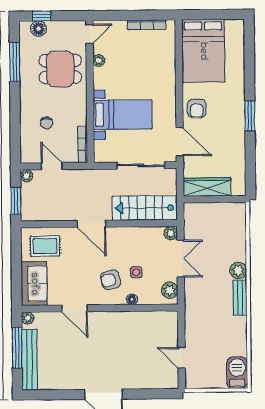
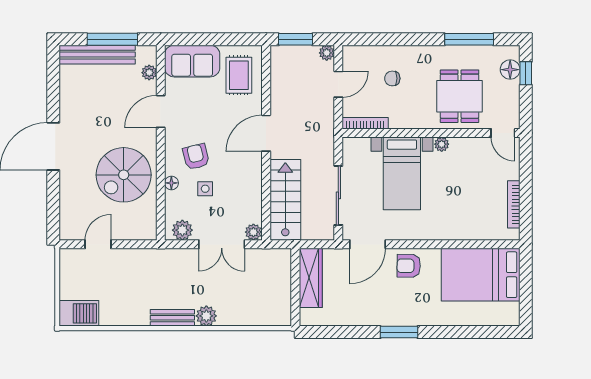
plant: (99, 61) -> (442, 144), moved
plant: (28, 318) -> (149, 73), moved
spiral stairs: (126, 338) -> (124, 175), added

